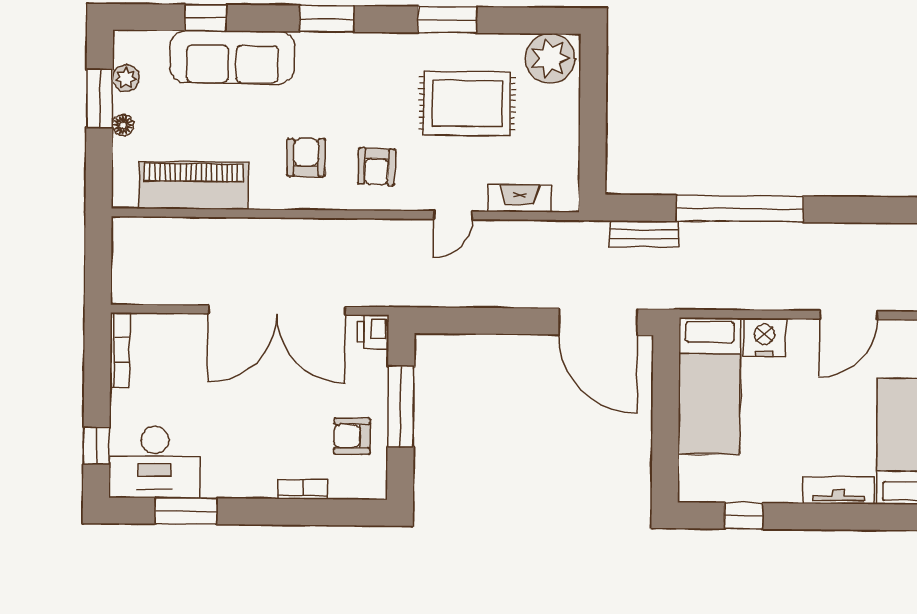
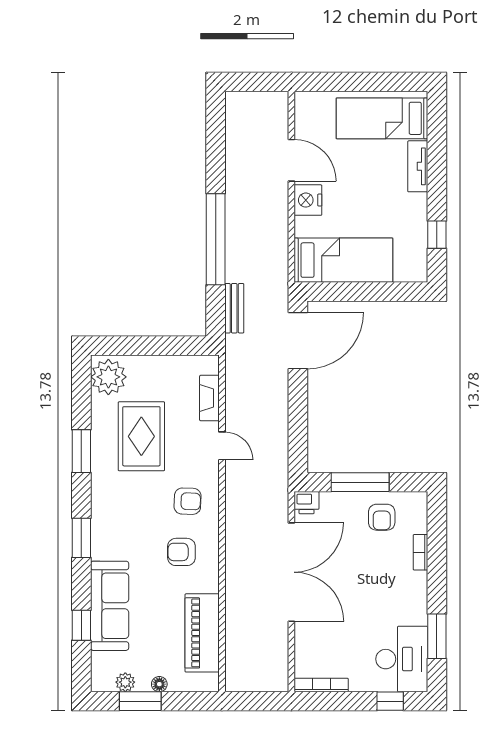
nightstand: (764, 337) -> (308, 200), moved

